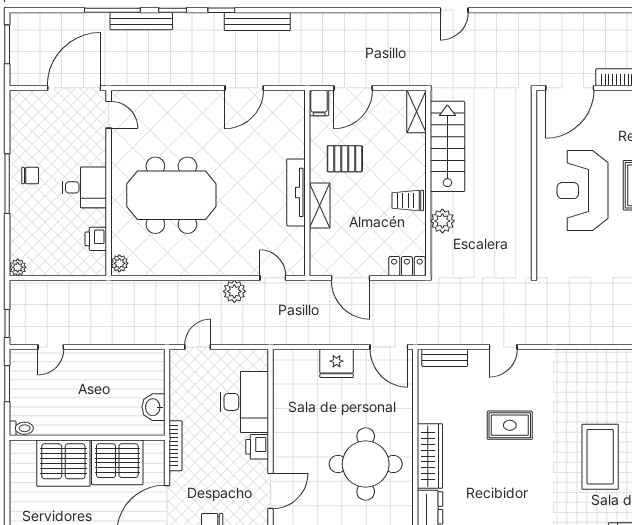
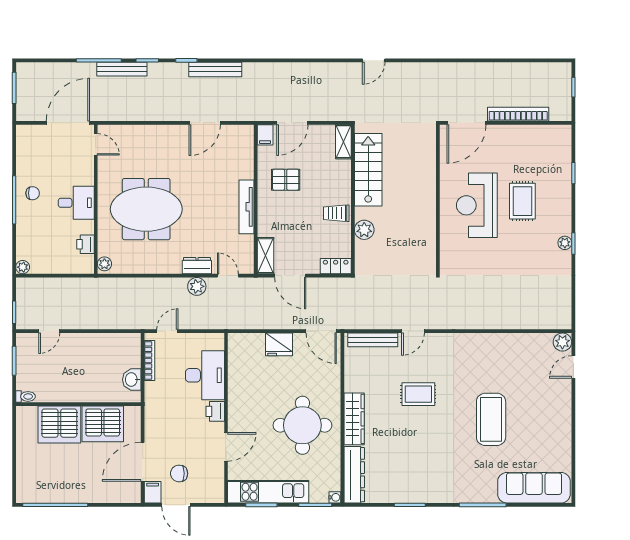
shelving: (320, 206) -> (265, 256), moved
dresser: (234, 266) -> (197, 266), added
bench: (445, 358) -> (373, 340), width x1.36
bookcase: (176, 446) -> (150, 360), moved

